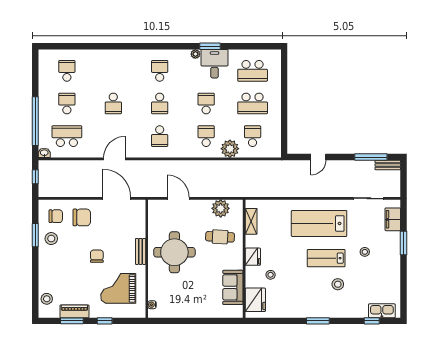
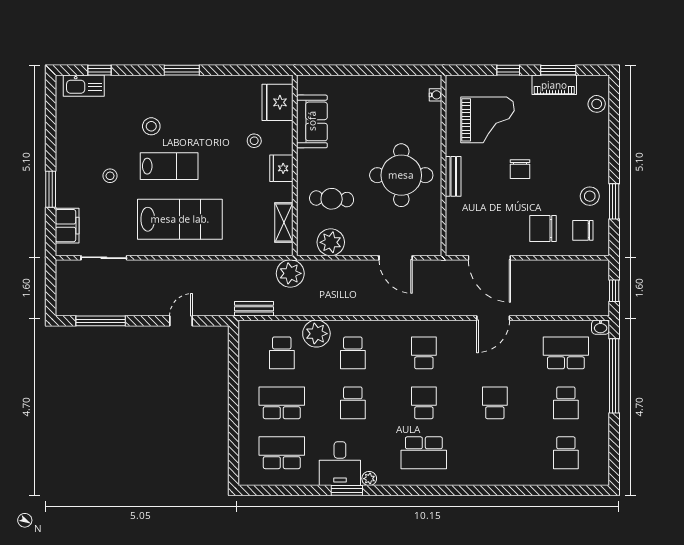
school desk: (160, 71) -> (424, 453), width x1.85
school desk: (67, 136) -> (566, 353), turned 180
bench: (388, 165) -> (254, 309), moved
plant: (247, 188) -> (290, 273), added

